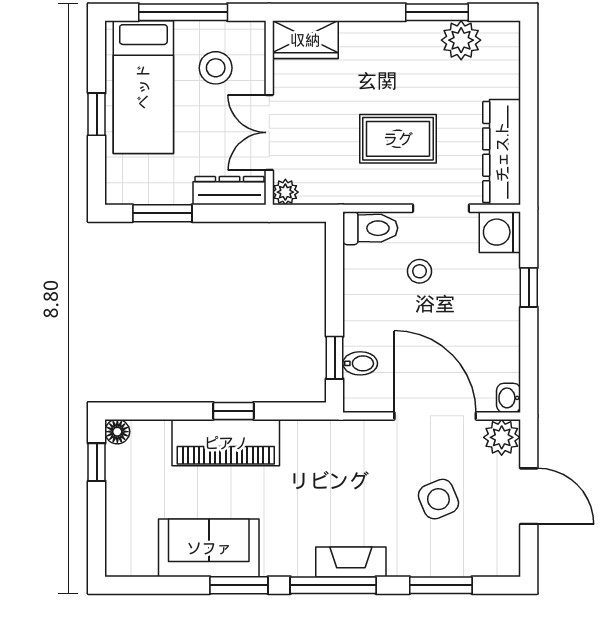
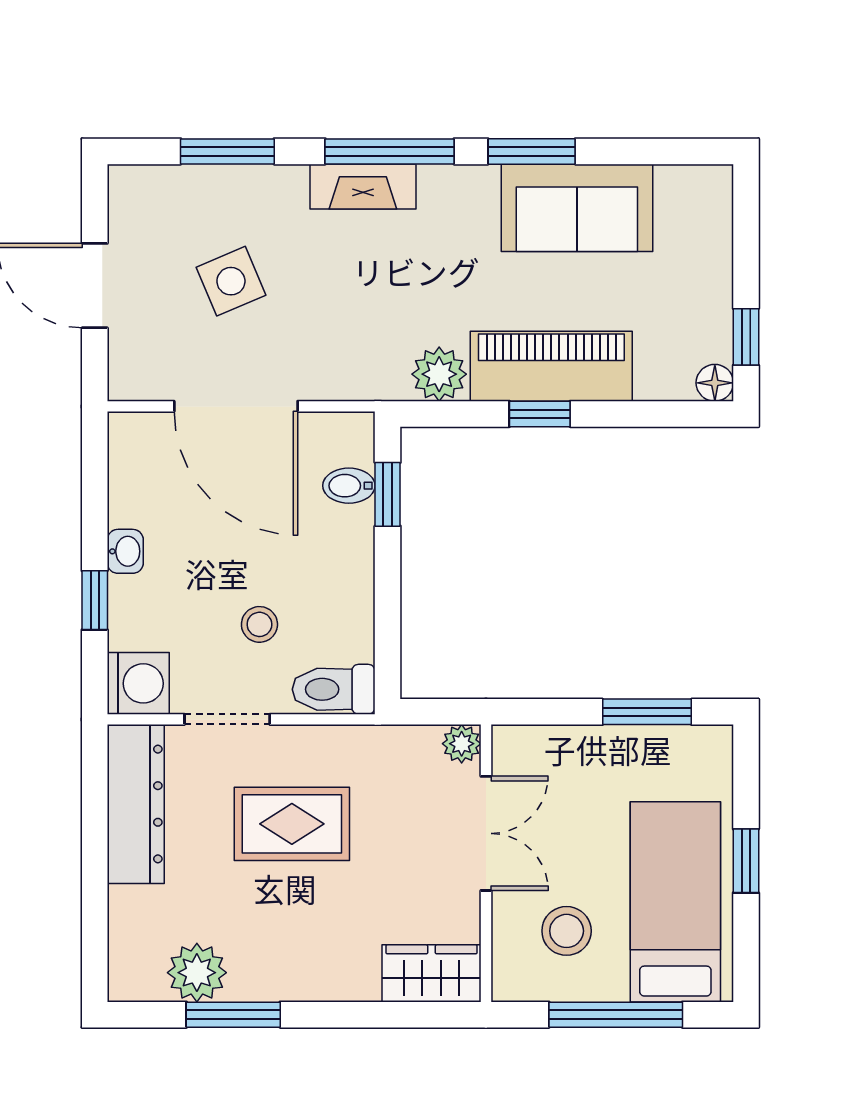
dresser: (229, 191) -> (546, 746), removed
washbasin: (509, 398) -> (125, 551), moved
plant: (502, 437) -> (439, 374), moved

